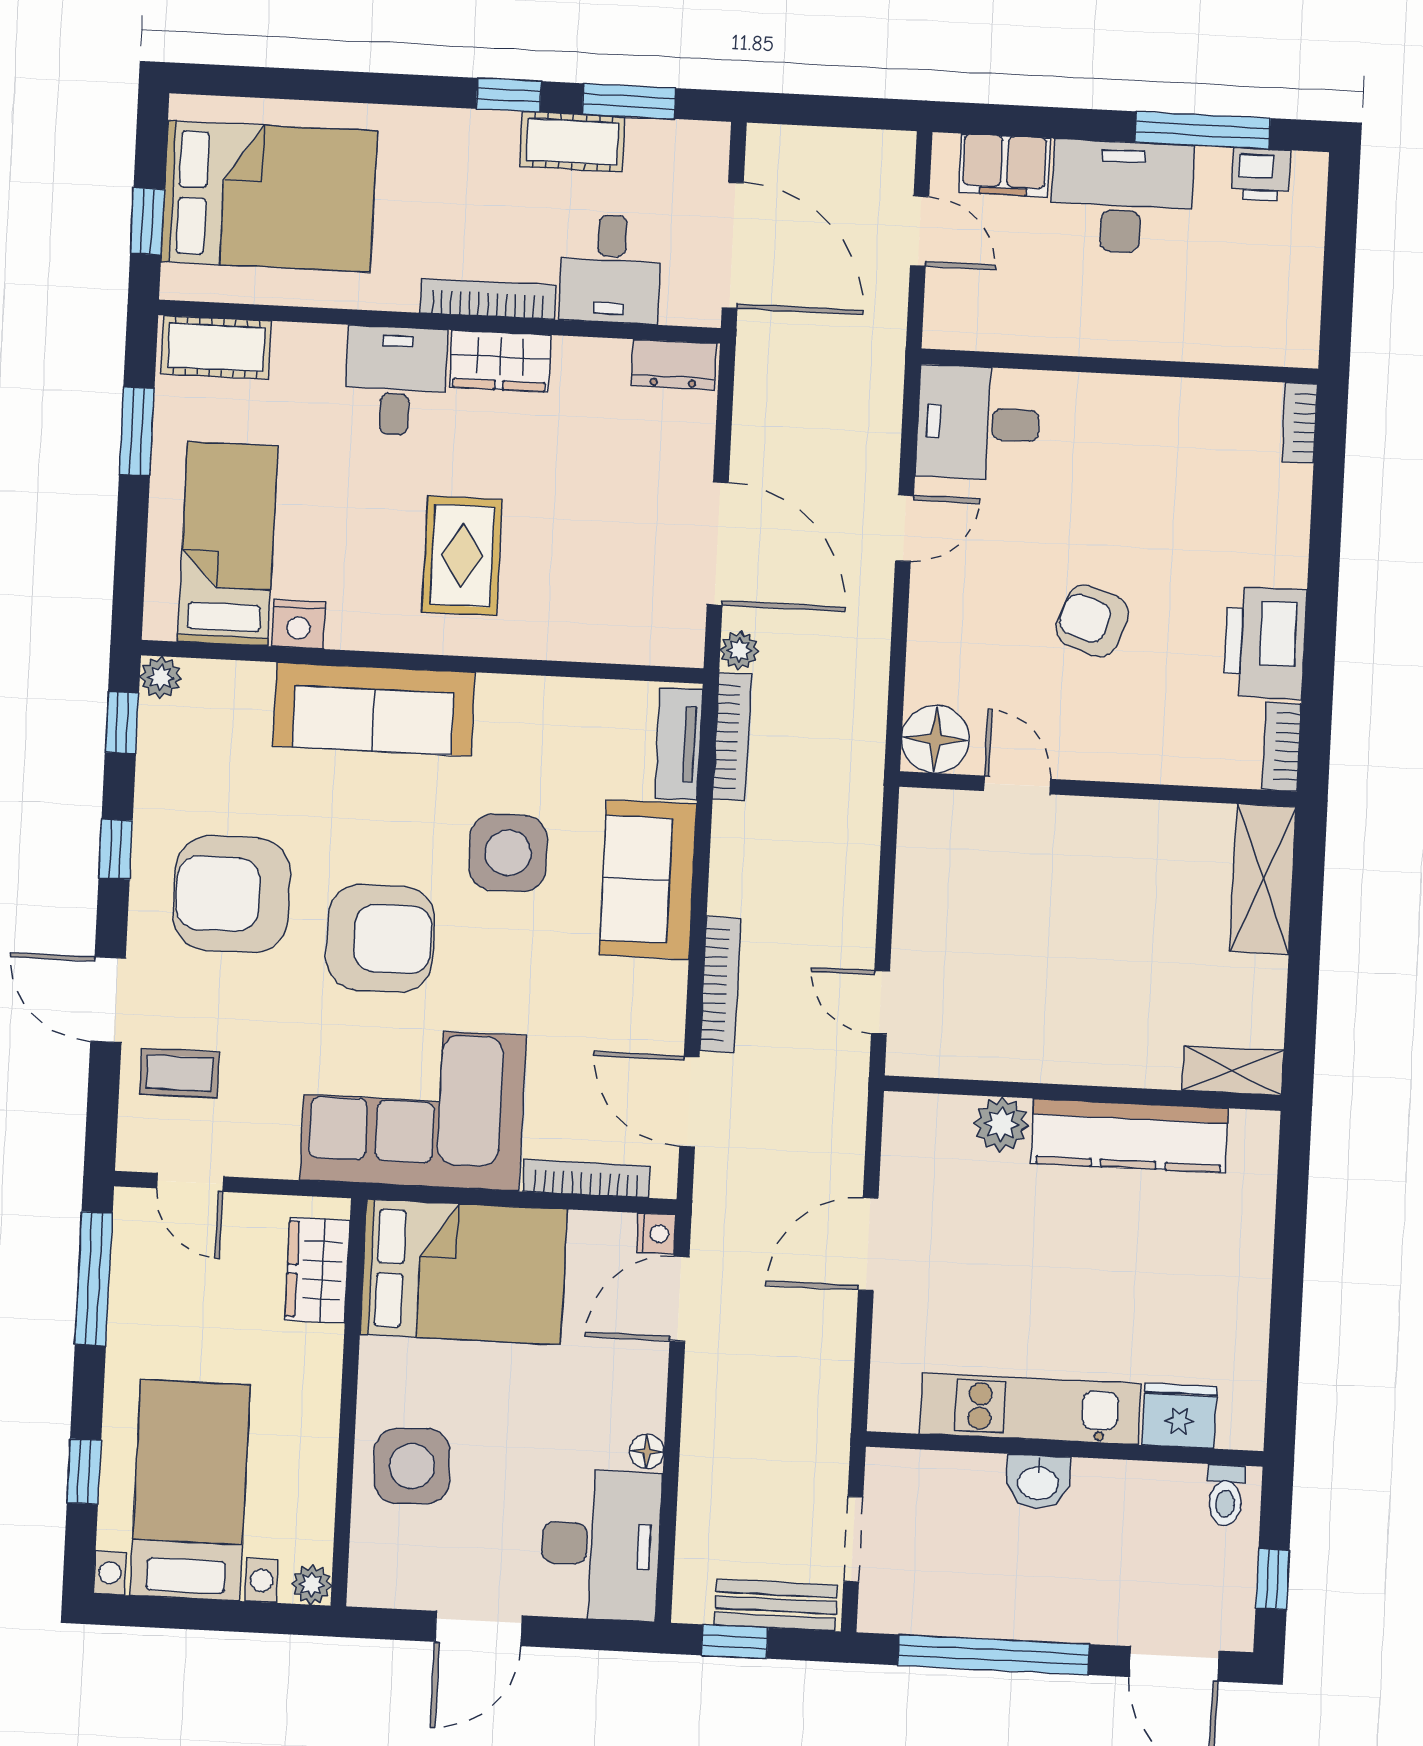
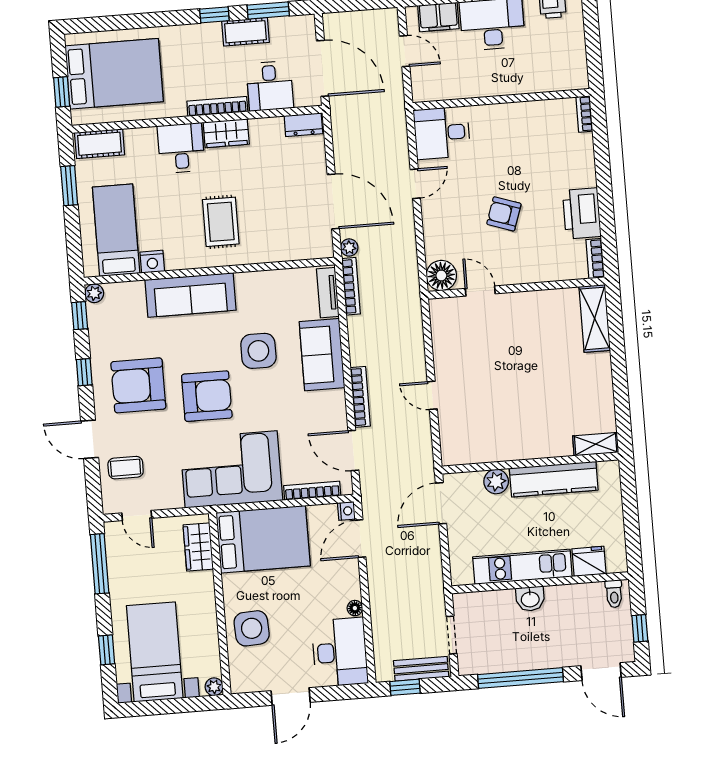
shelving: (1233, 1071) -> (596, 444), moved
wall: (1083, 1093) -> (530, 463), moved
plant: (1001, 1124) -> (496, 482), moved
kitchen counter: (1130, 1136) -> (554, 479), moved

